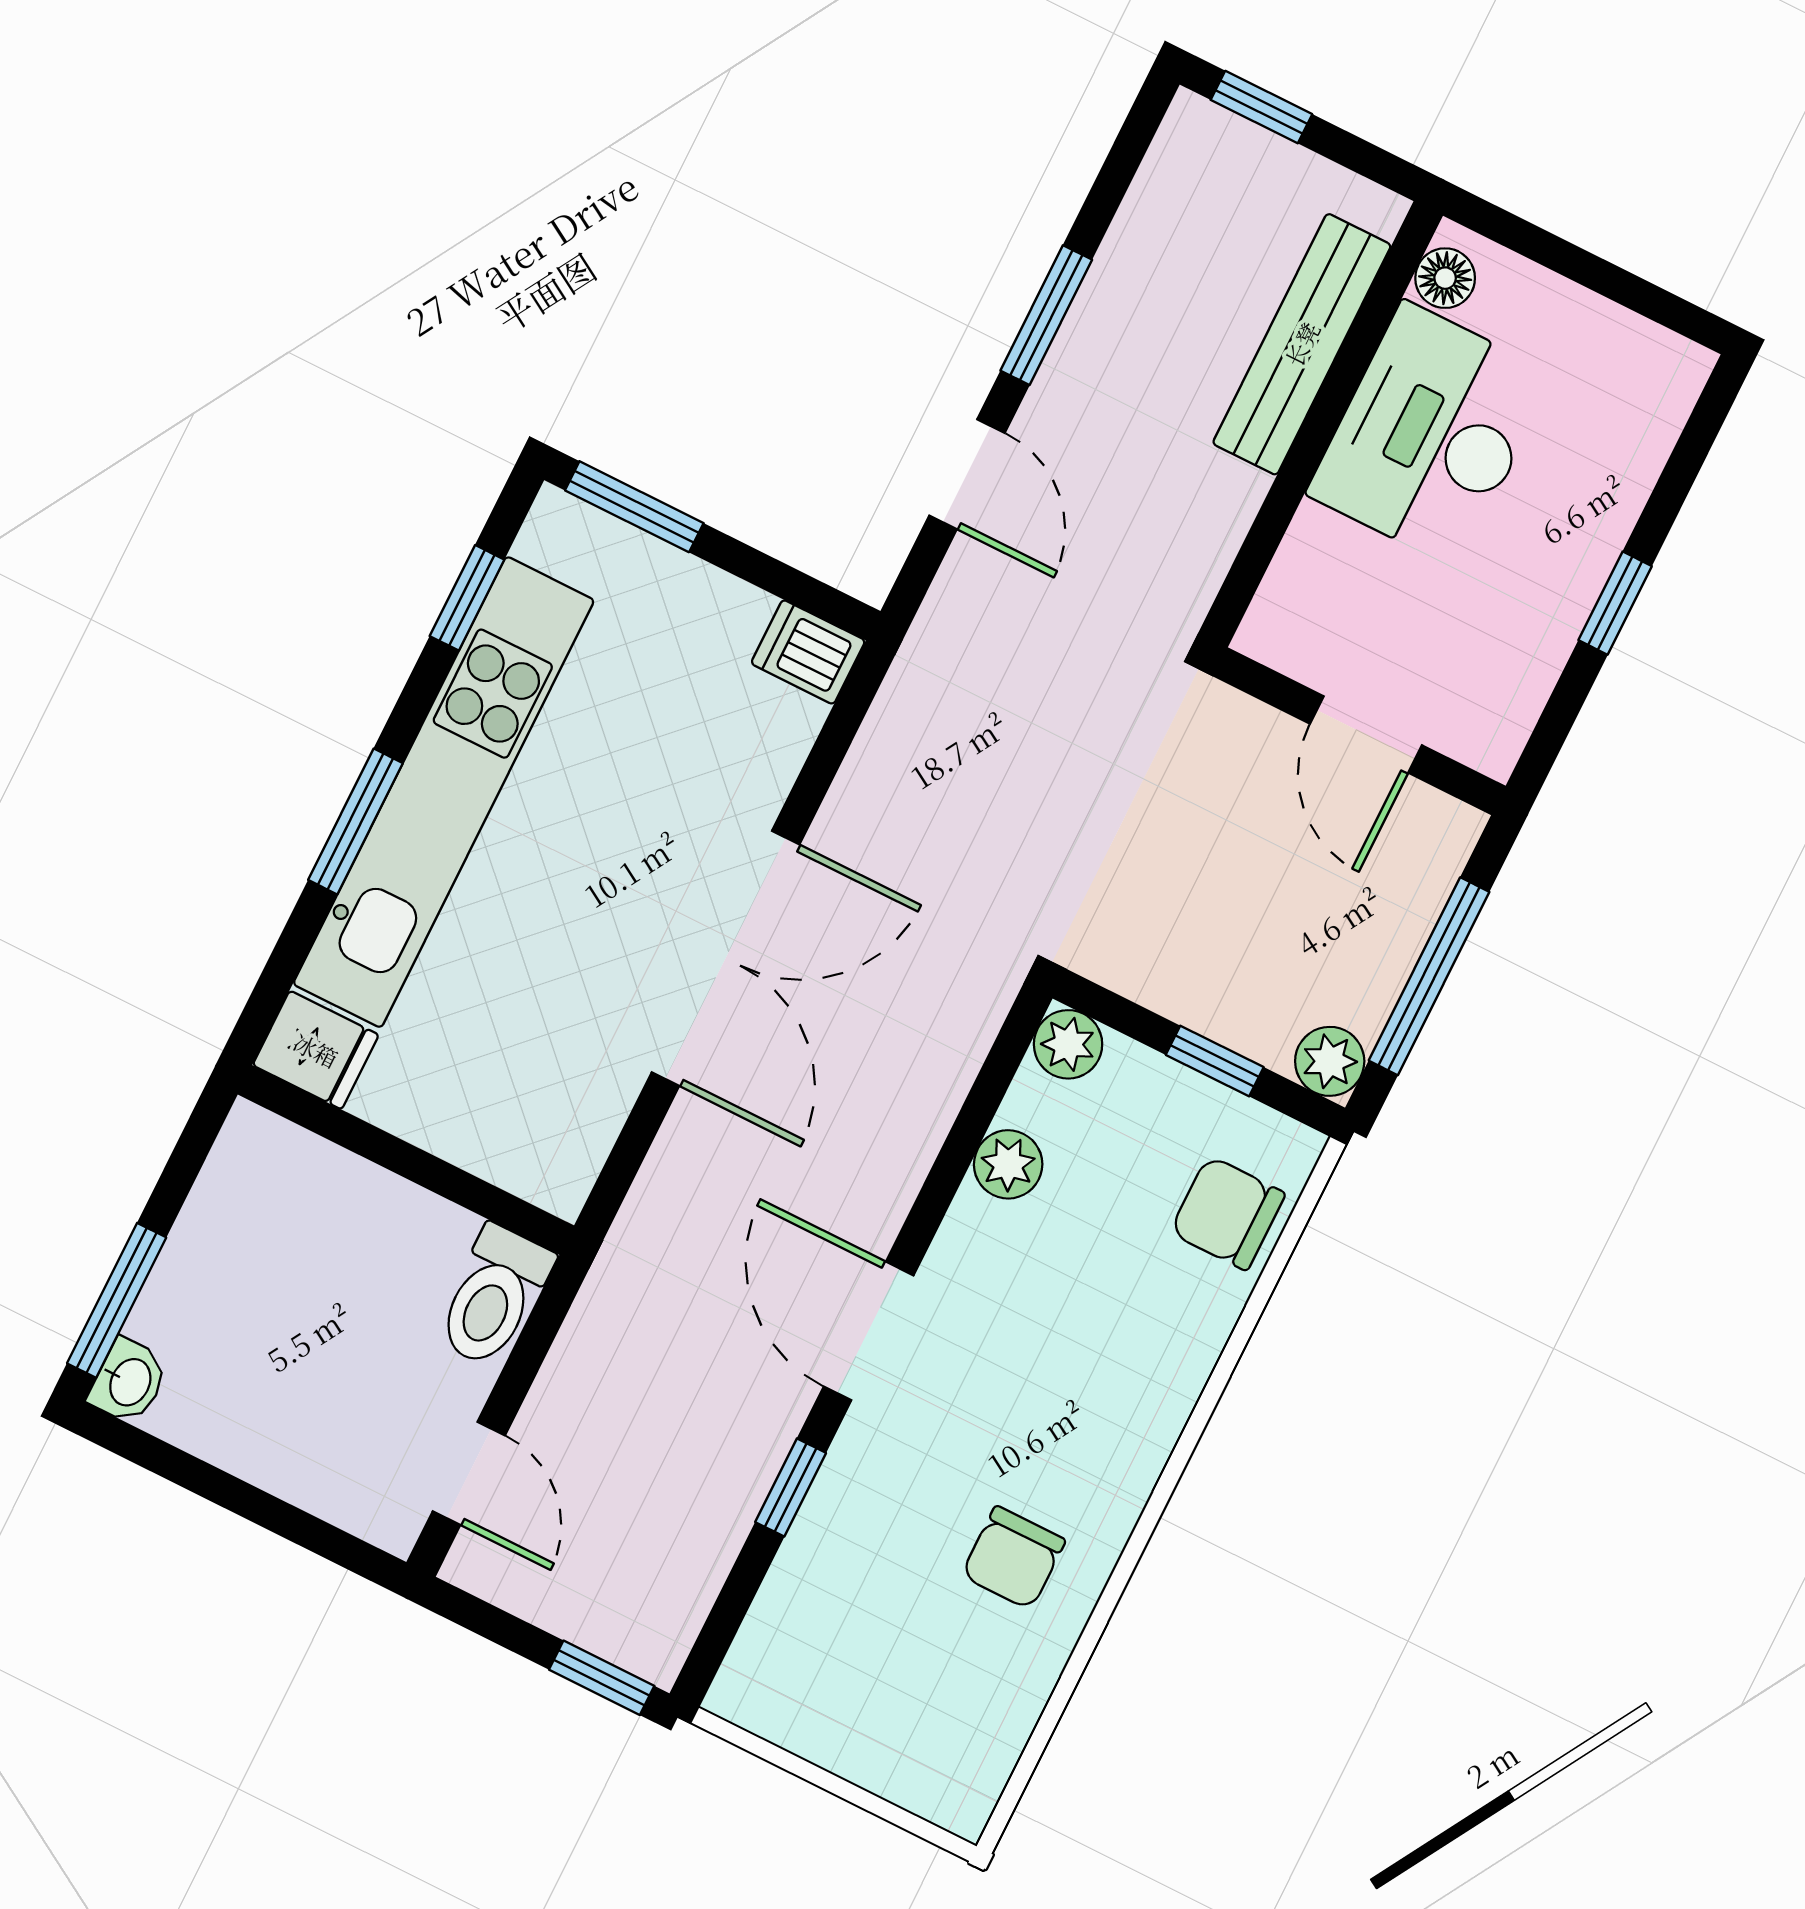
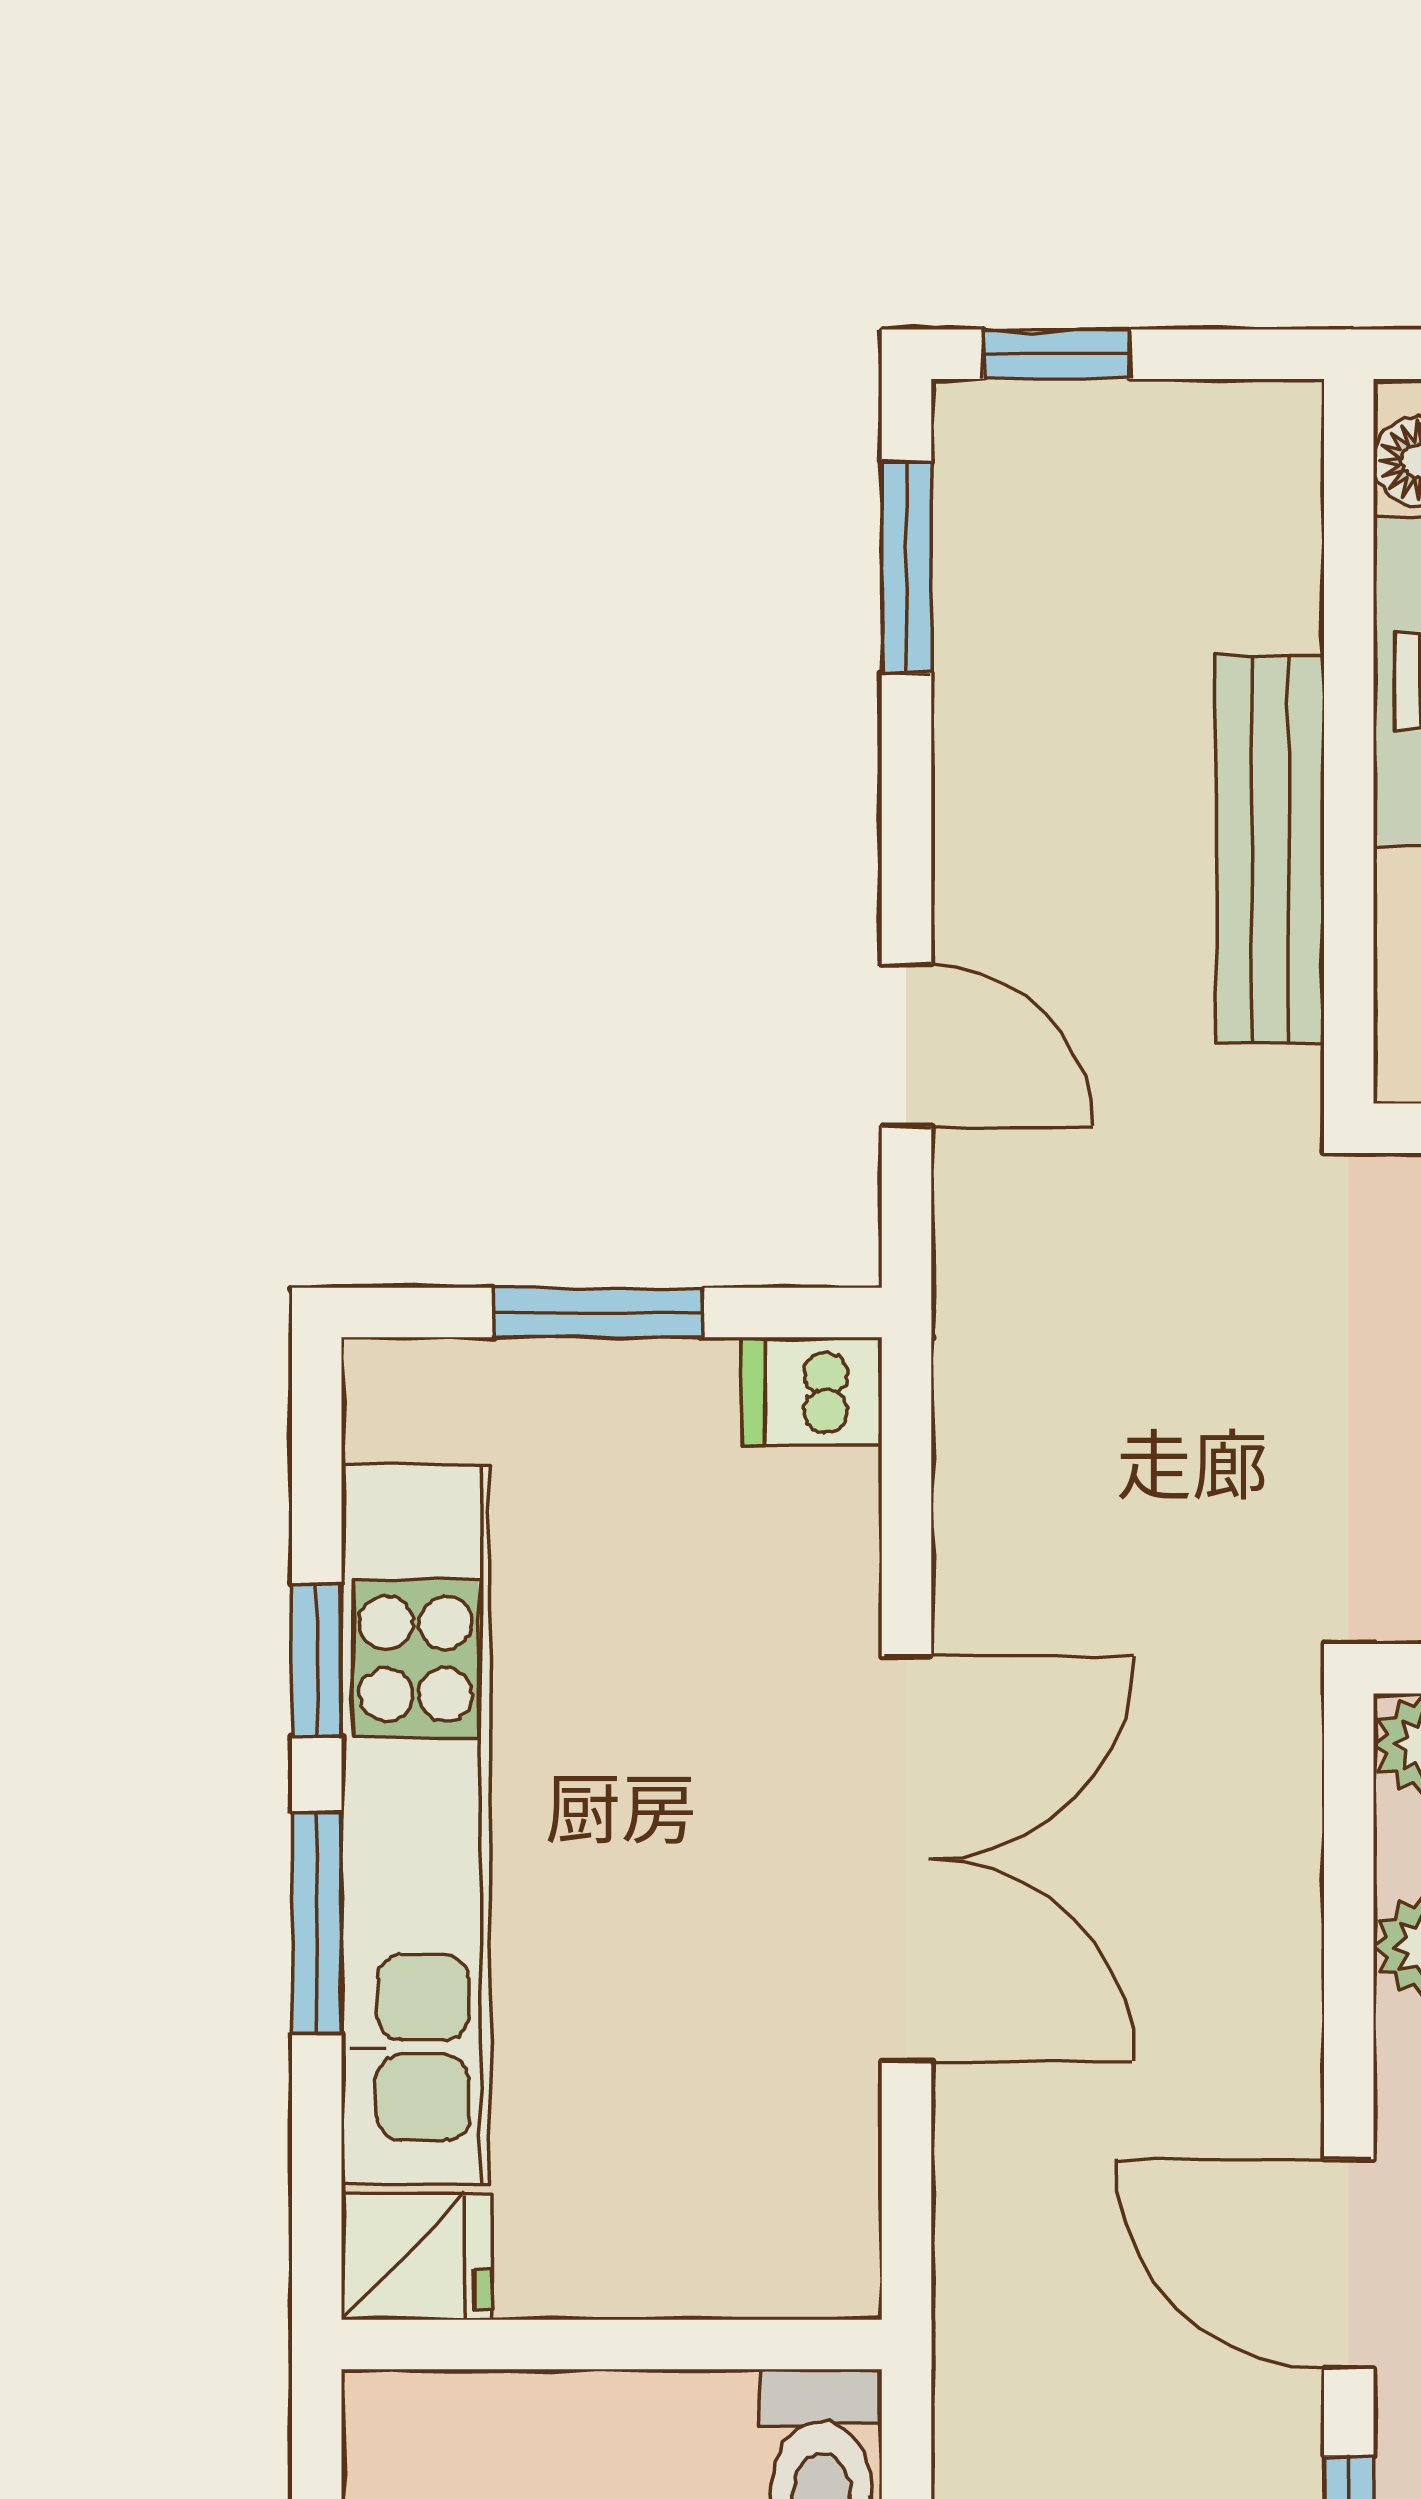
window: (1046, 315) -> (906, 568), moved
bench: (1302, 344) -> (1270, 850), moved
window: (634, 507) -> (598, 1313), moved
window: (467, 598) -> (317, 1660), moved

